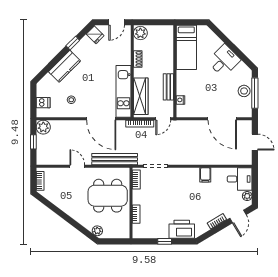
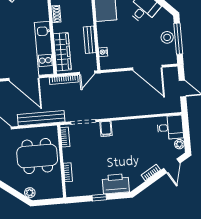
filing cabinet: (205, 175) -> (106, 129), moved

